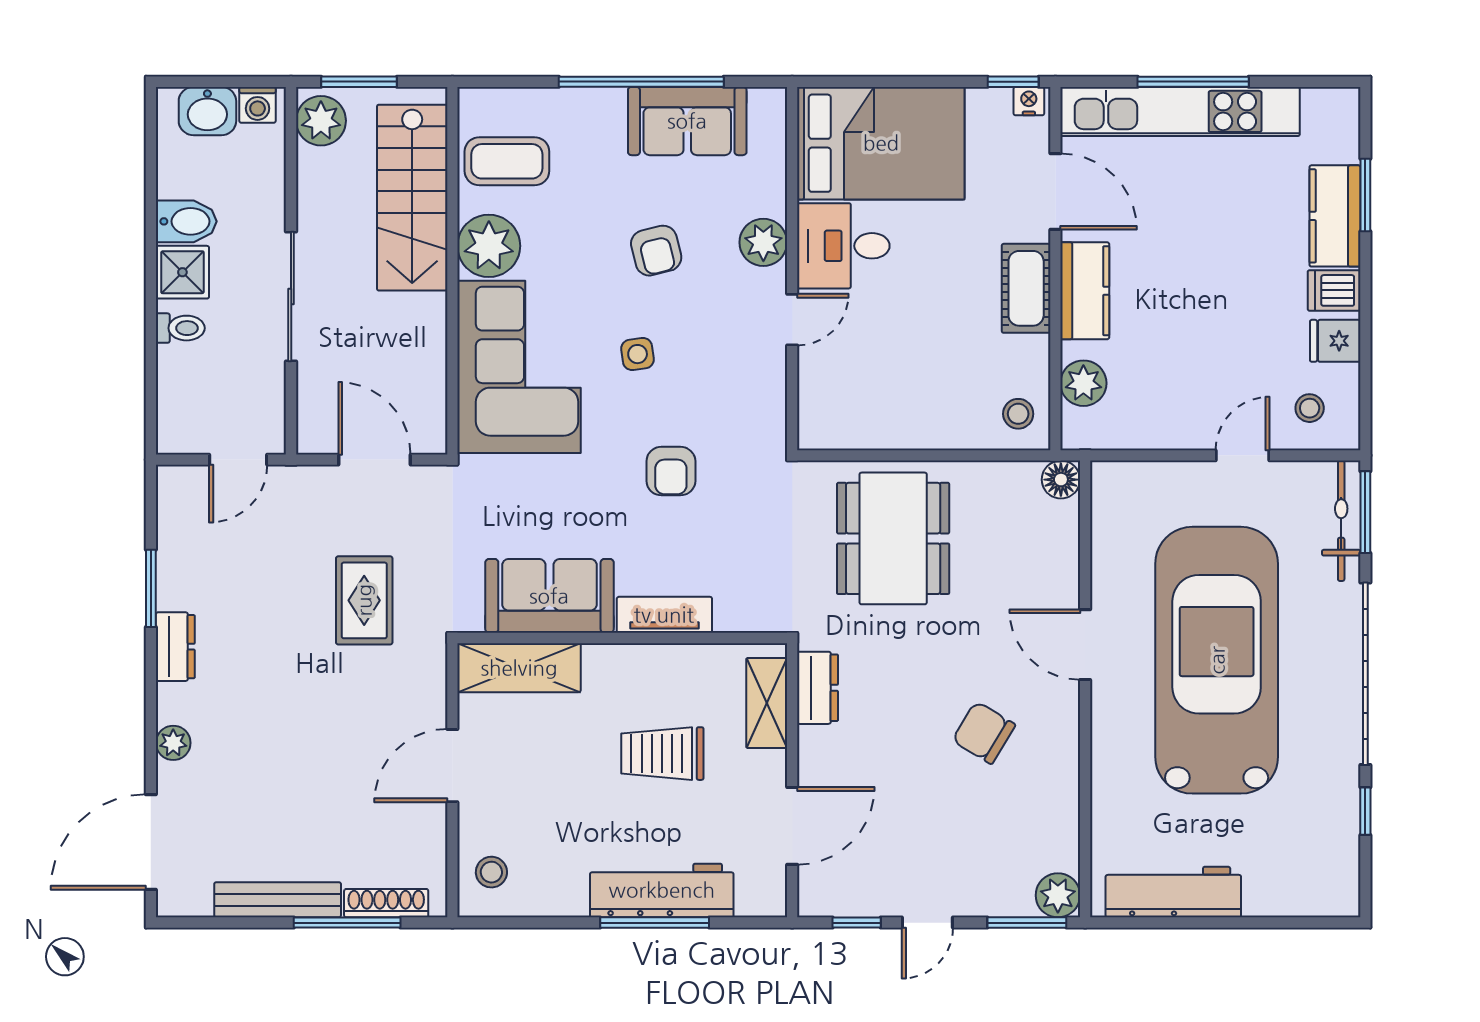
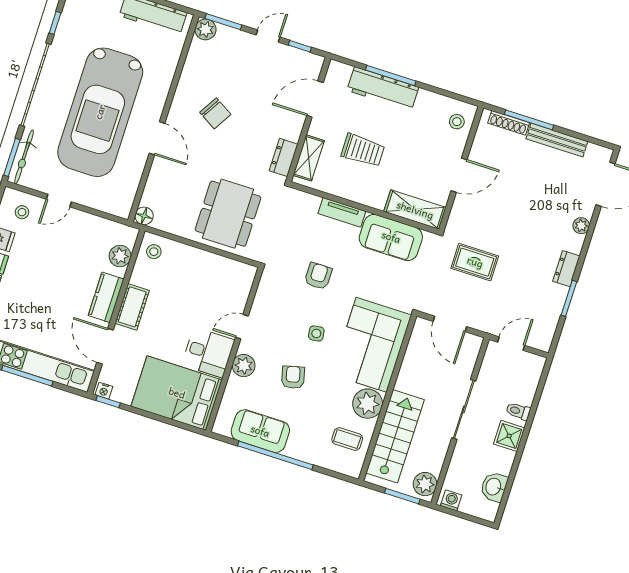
washbasin: (207, 111) -> (494, 487), moved, turned -90
coffee table: (507, 161) -> (347, 439), width x0.73, depth x0.77
bidet: (186, 221) -> (500, 458), removed
rug: (364, 600) -> (475, 262), turned 90

